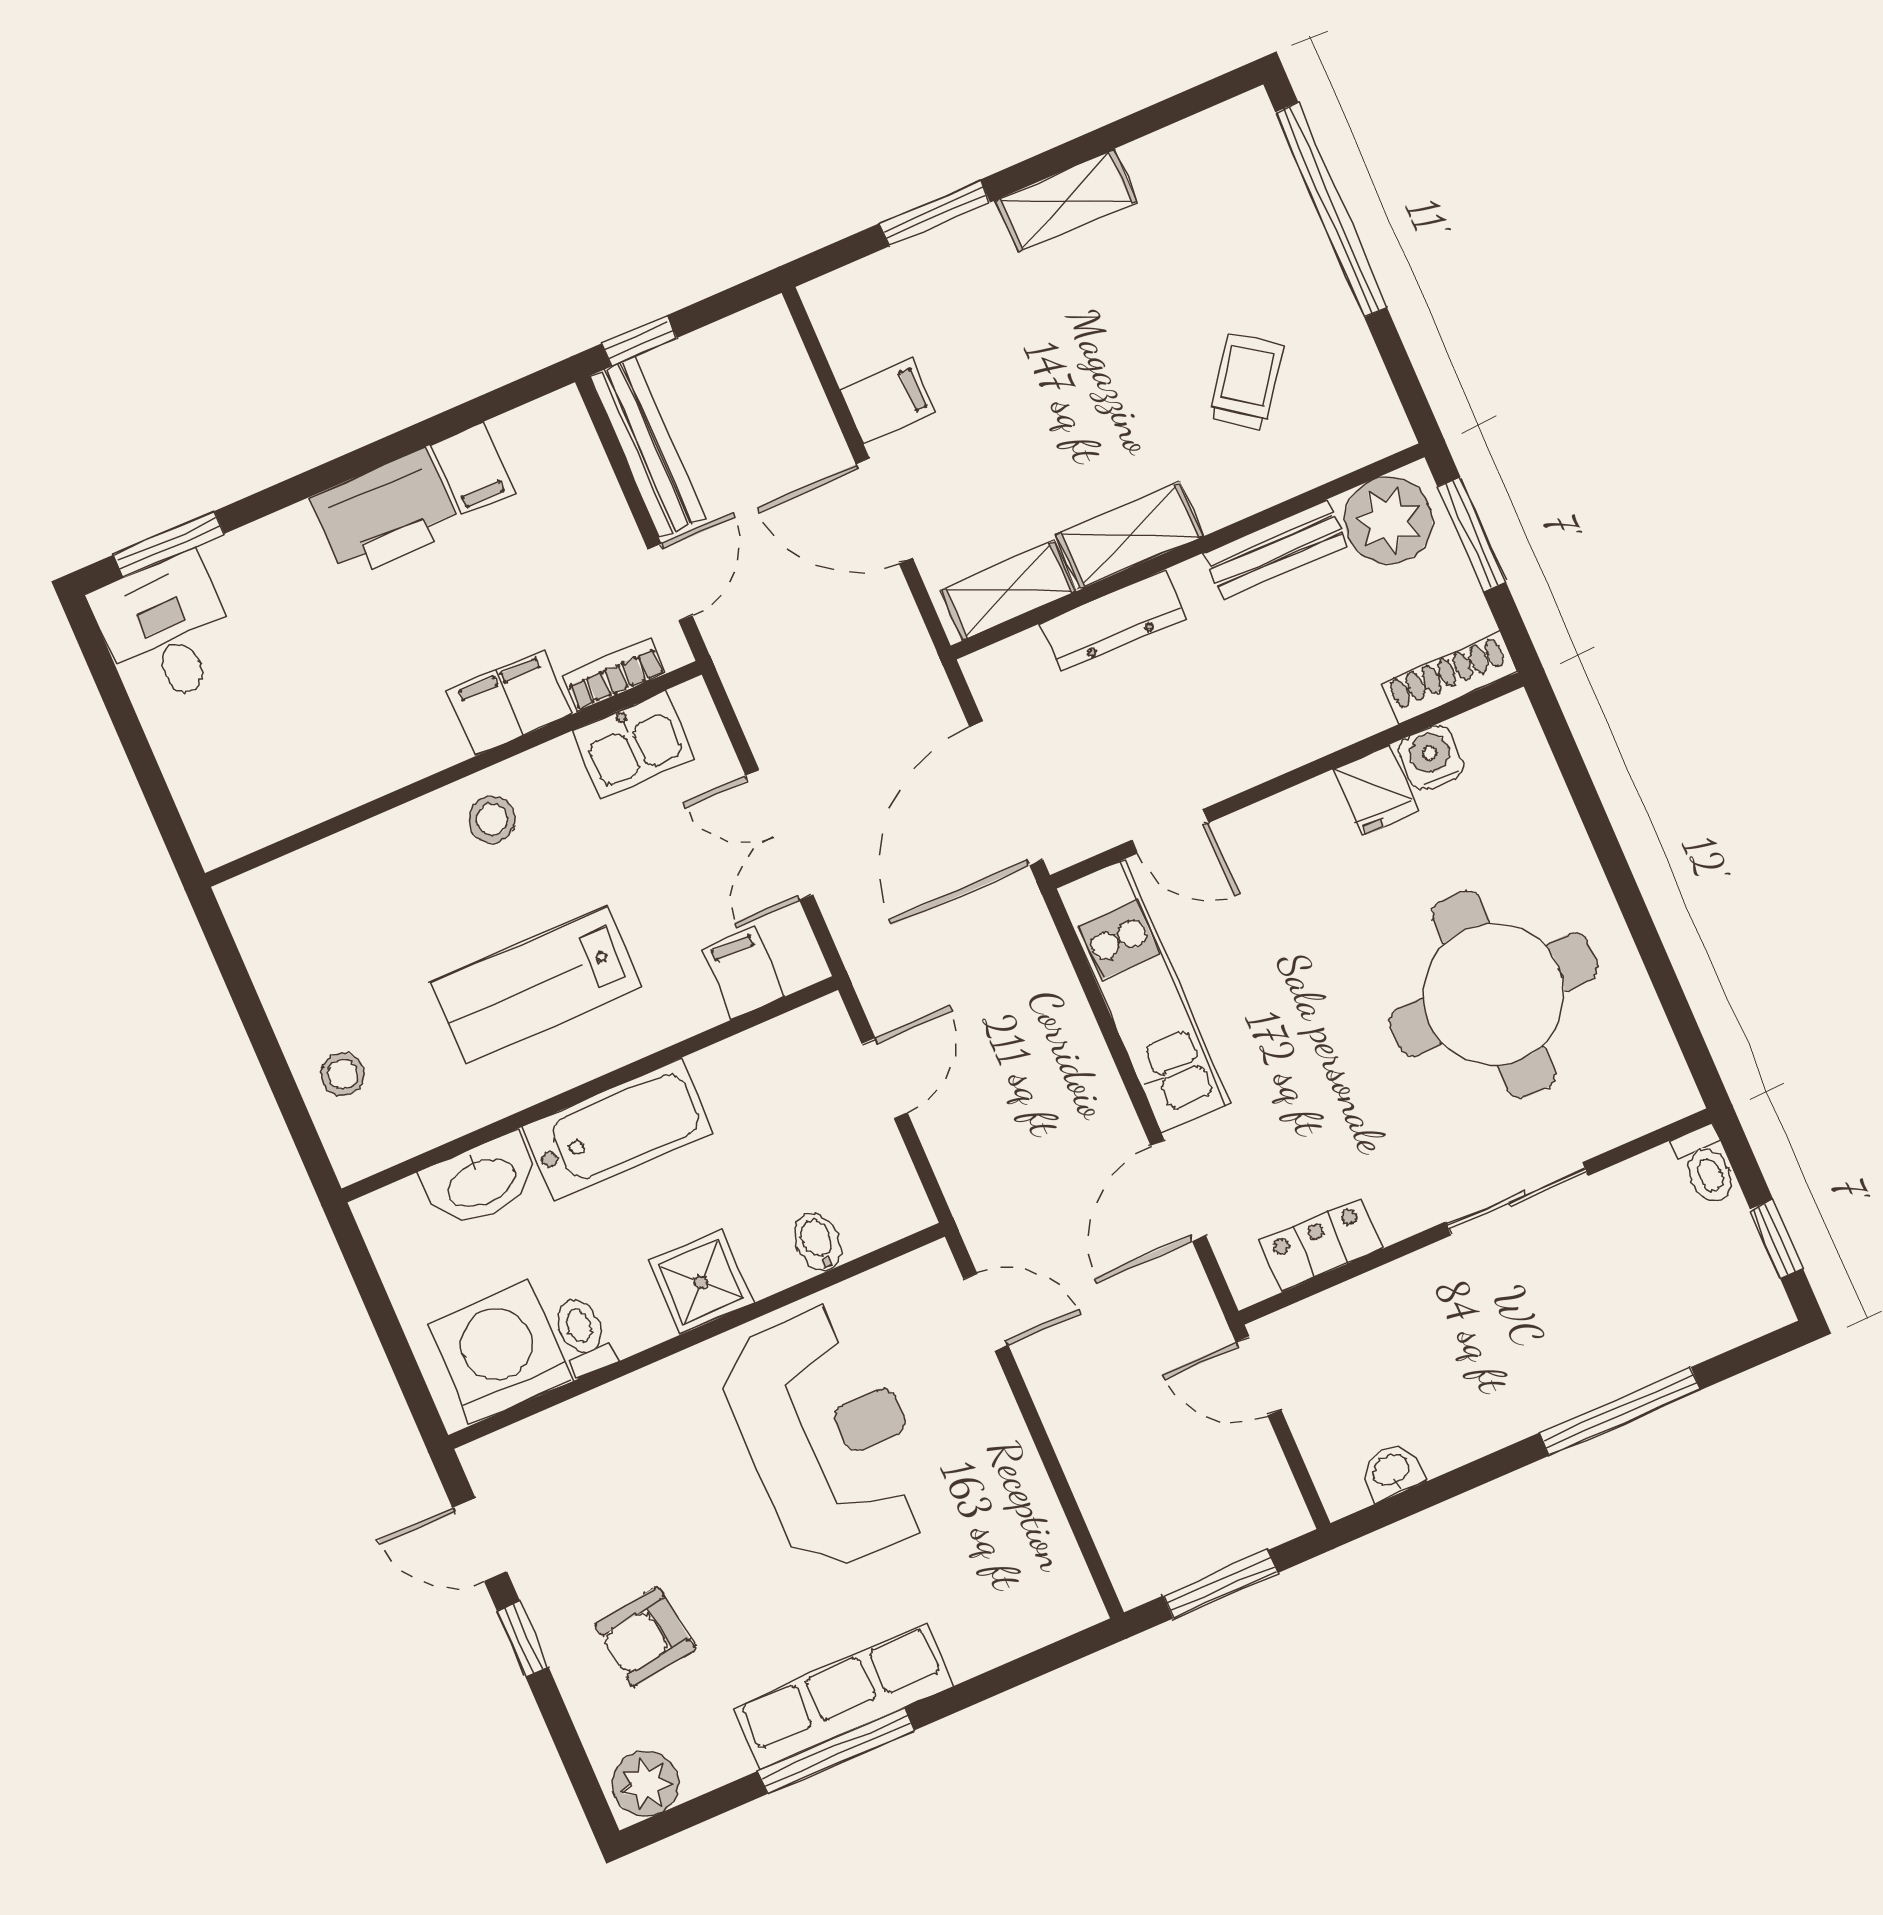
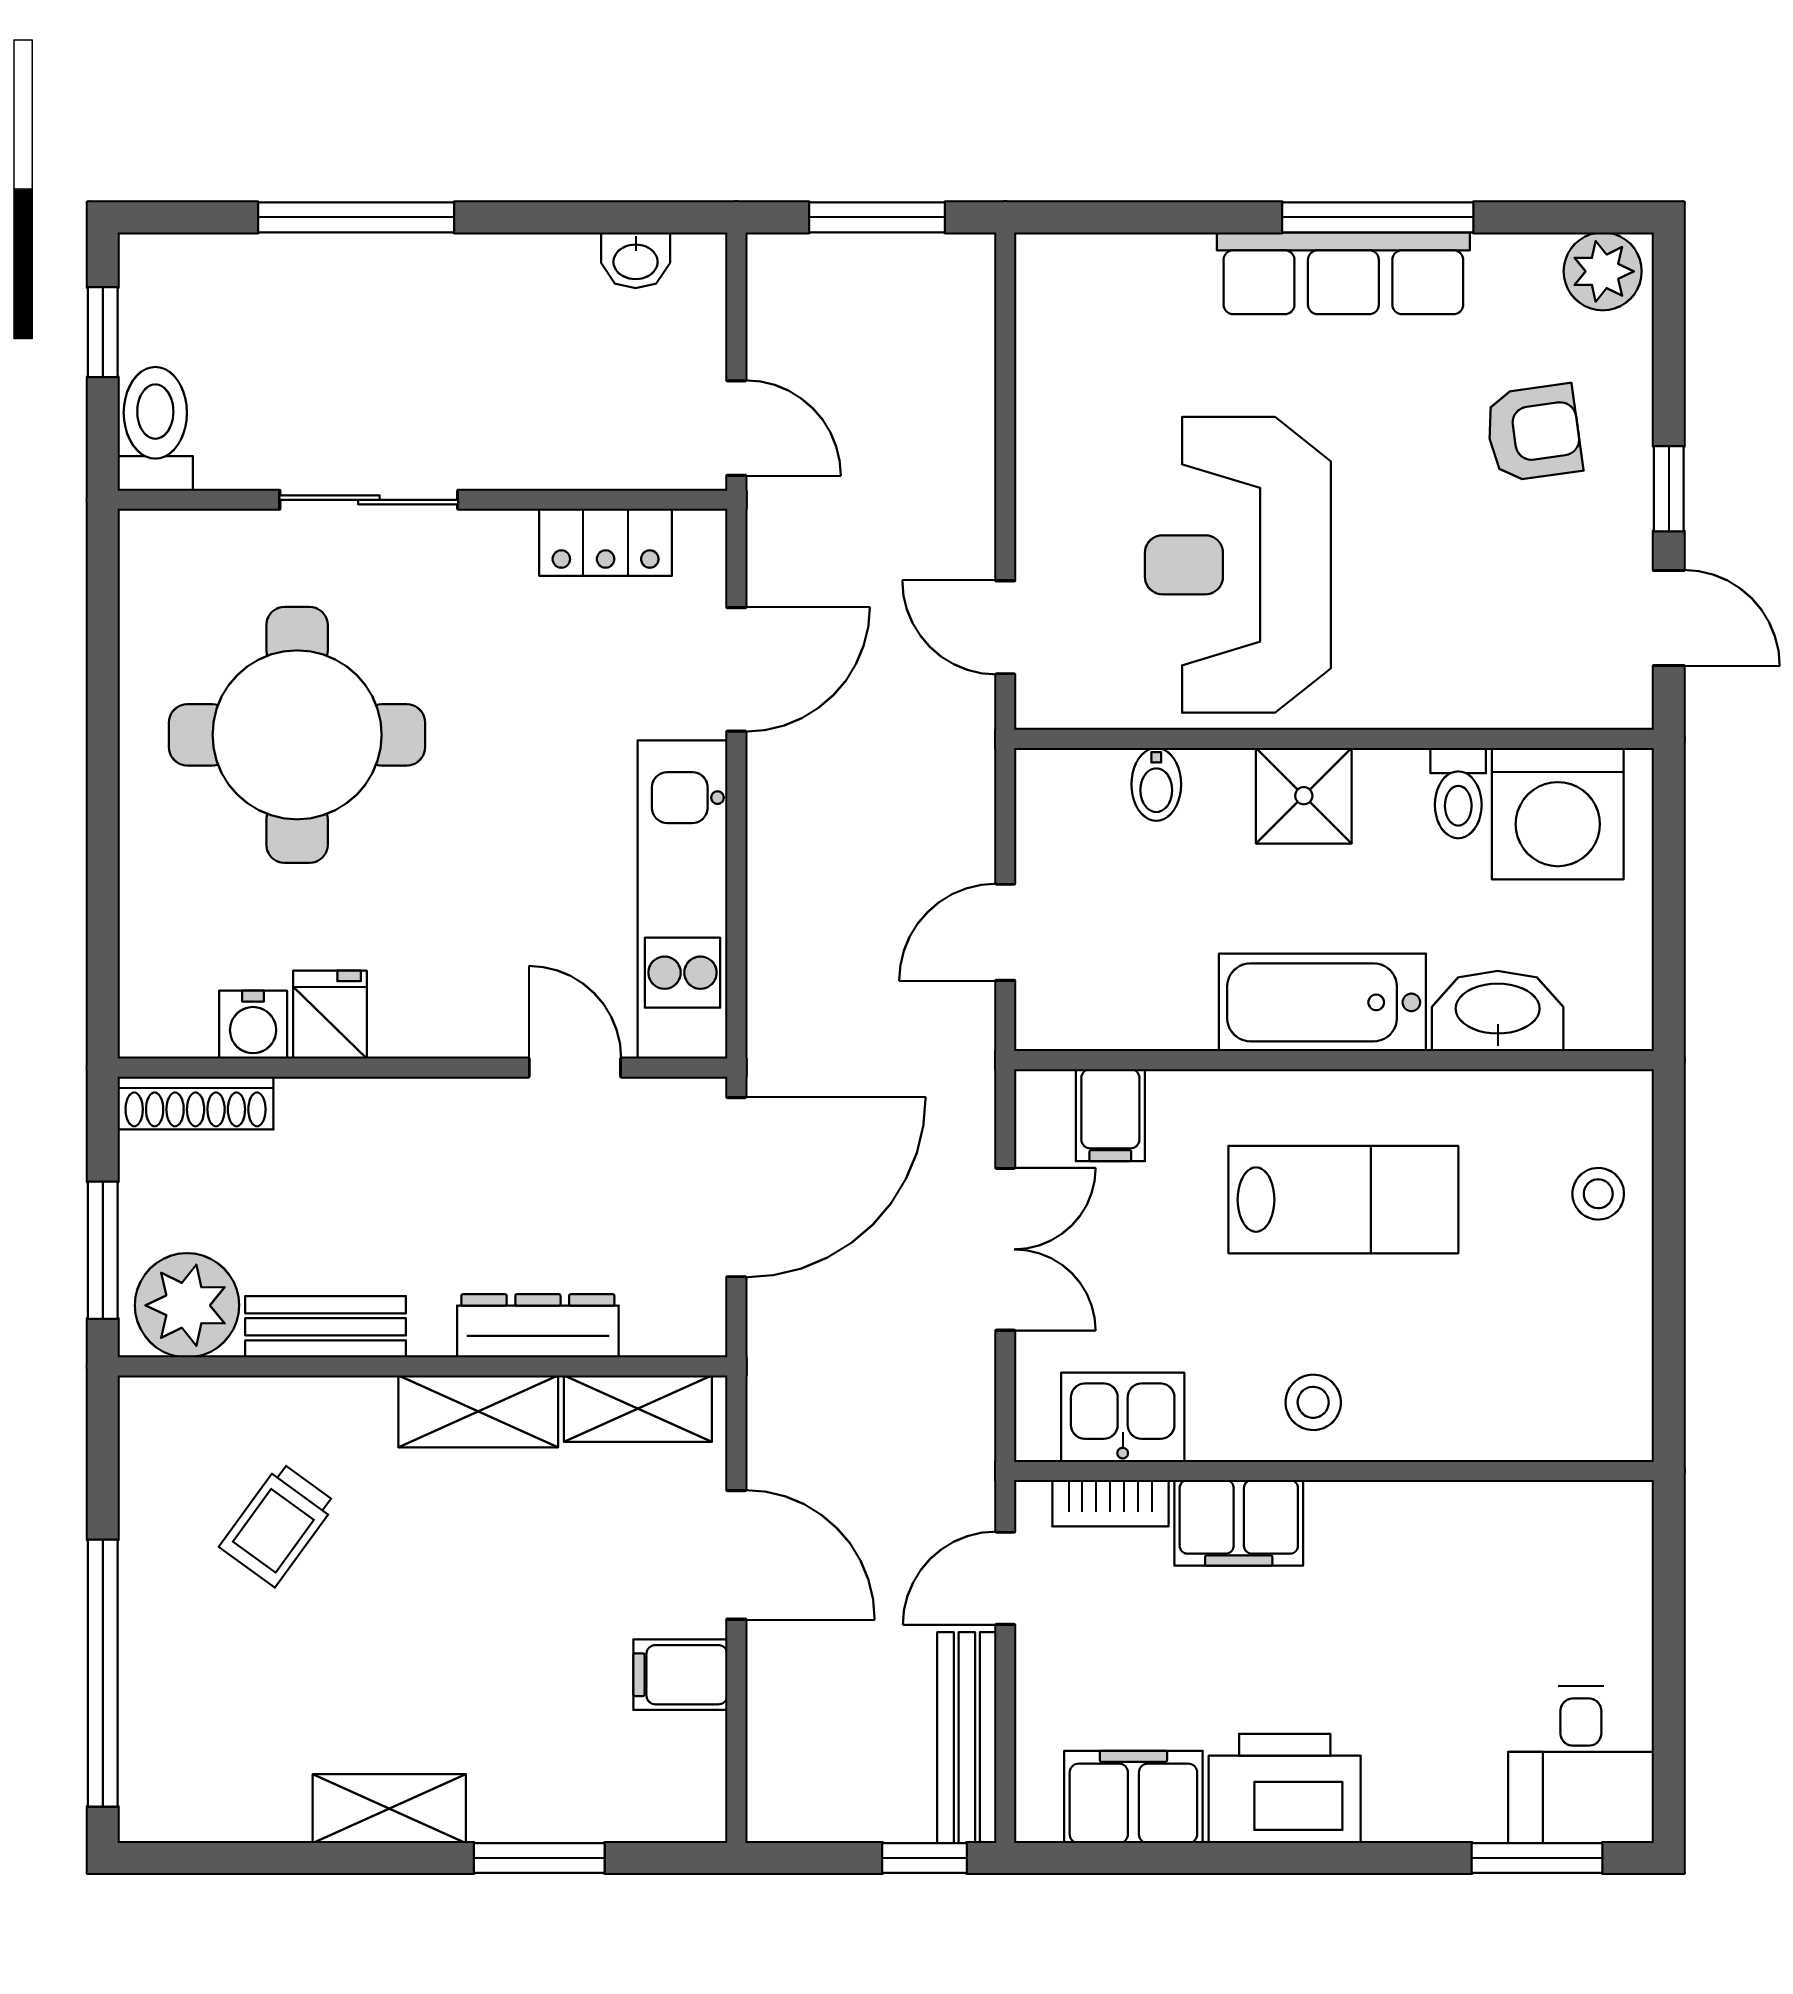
filing cabinet: (472, 469) -> (1133, 1797), width x2.00
toilet: (1706, 1166) -> (155, 429), width x1.37, depth x1.39

